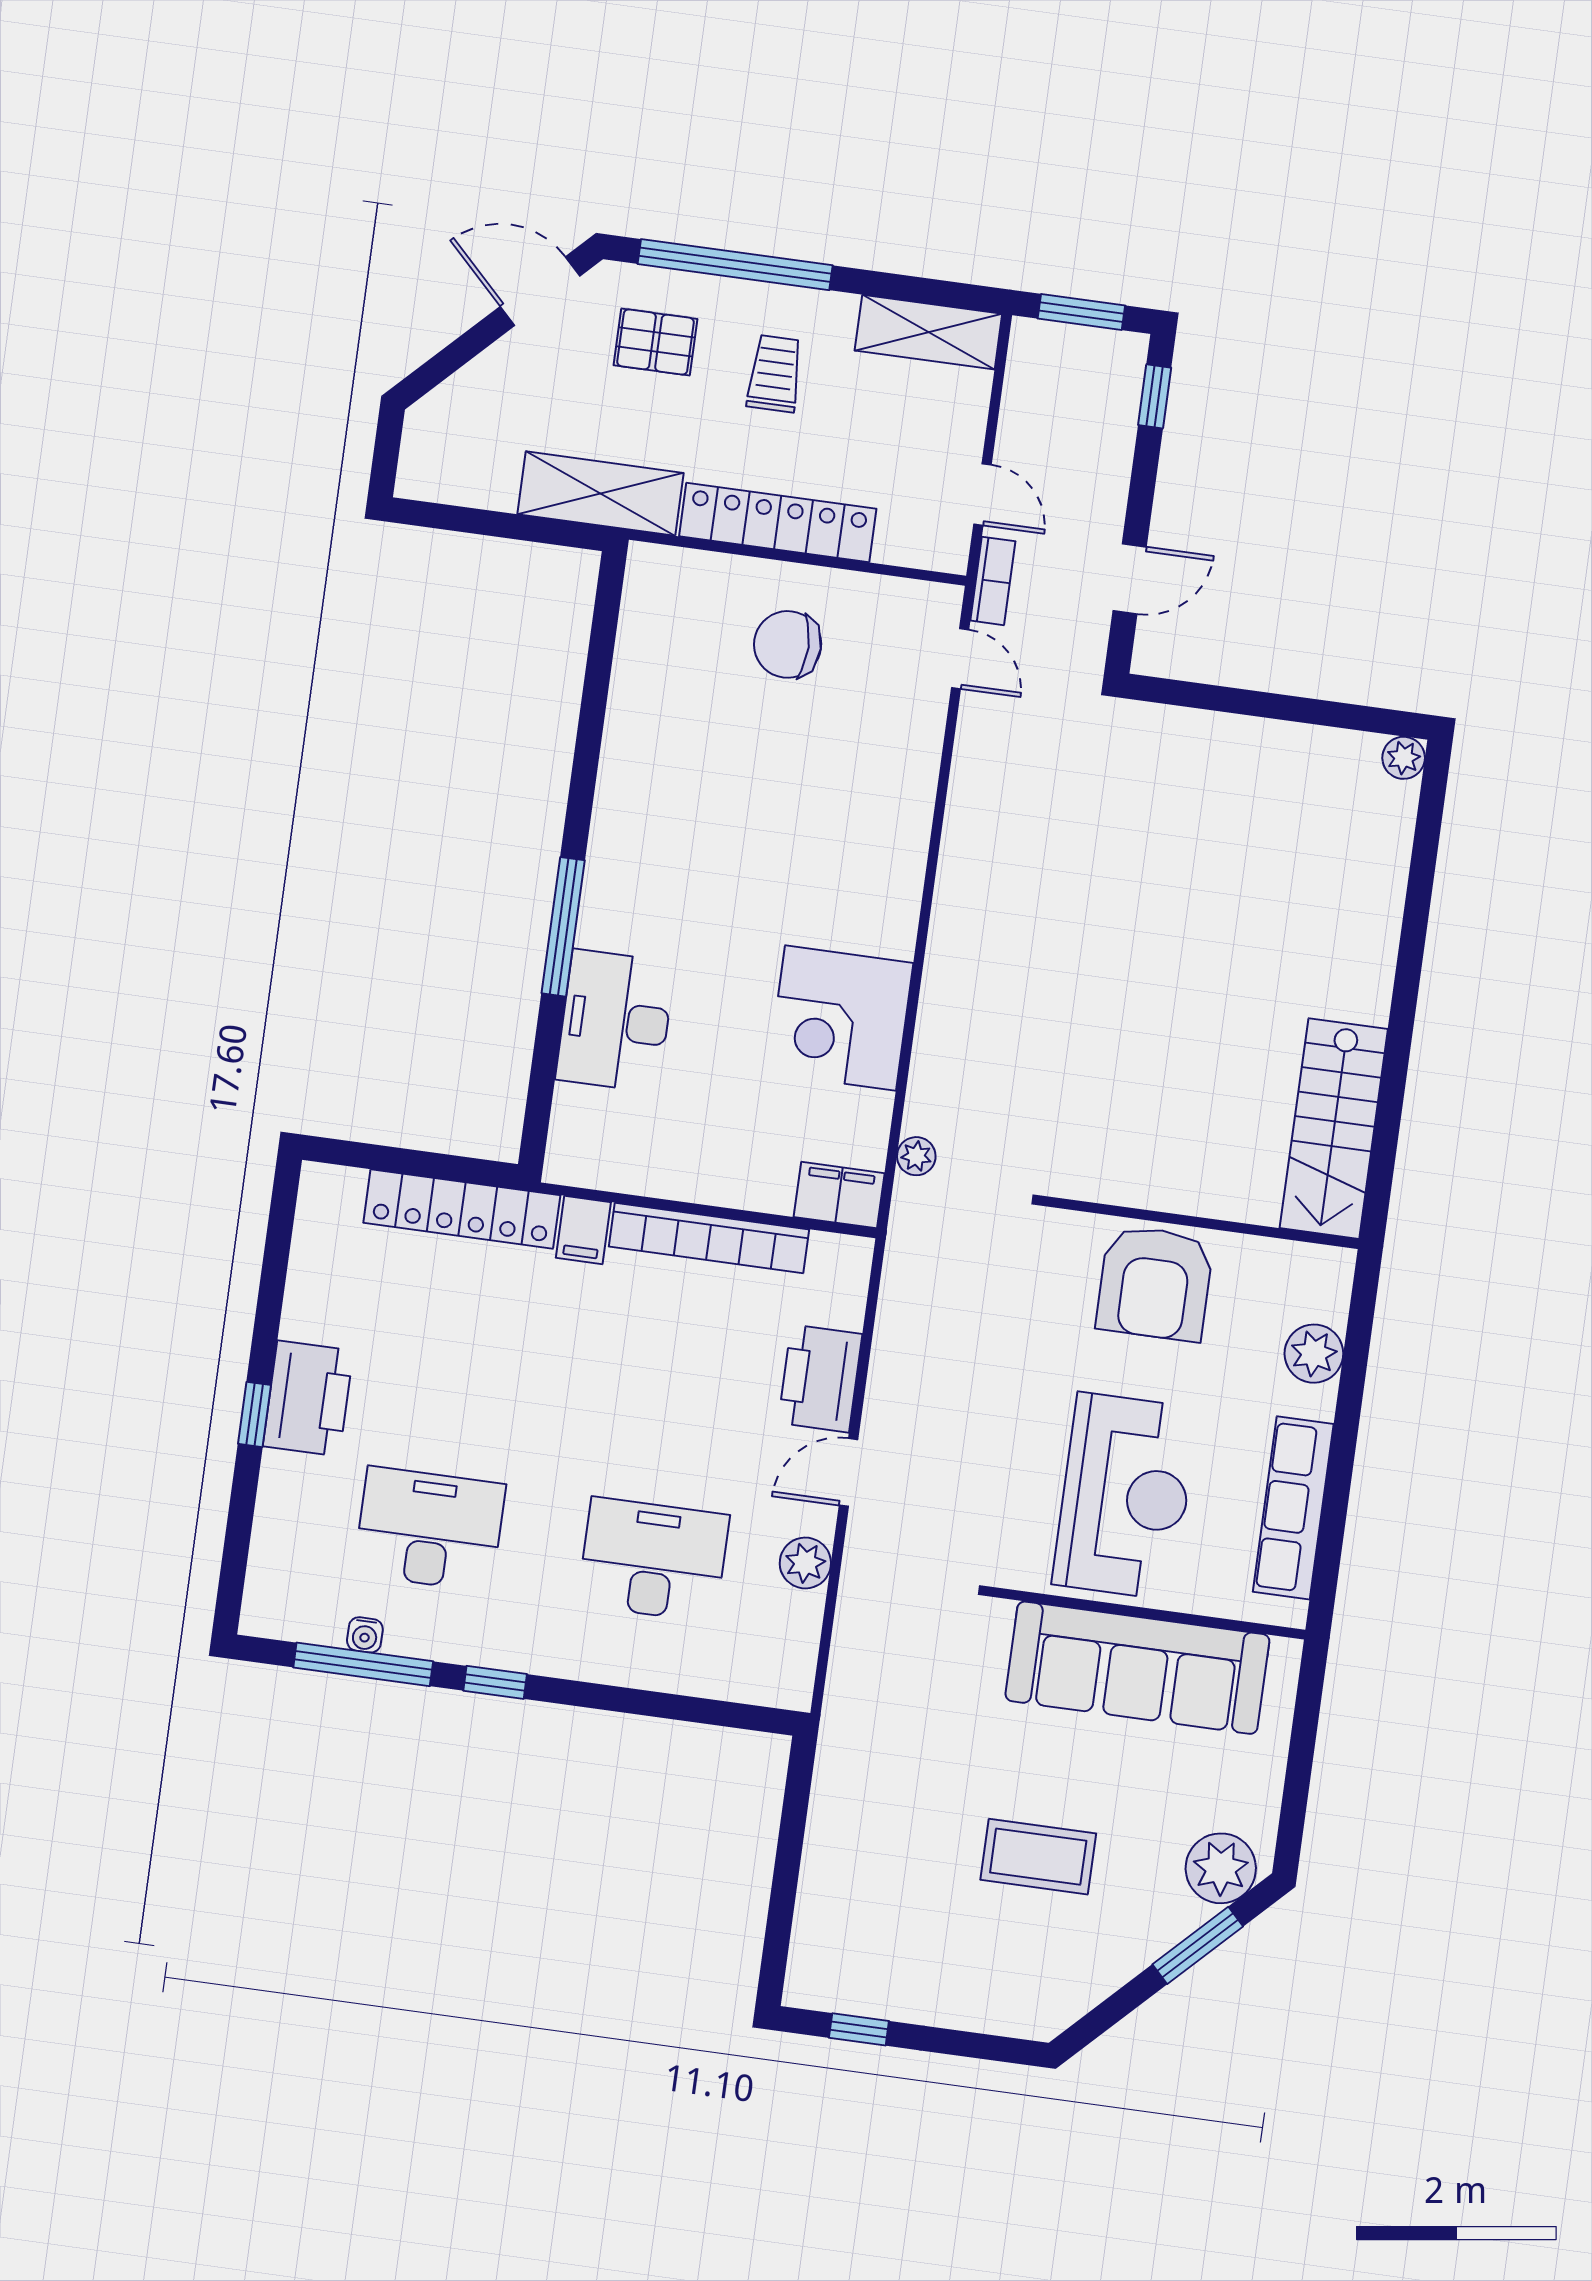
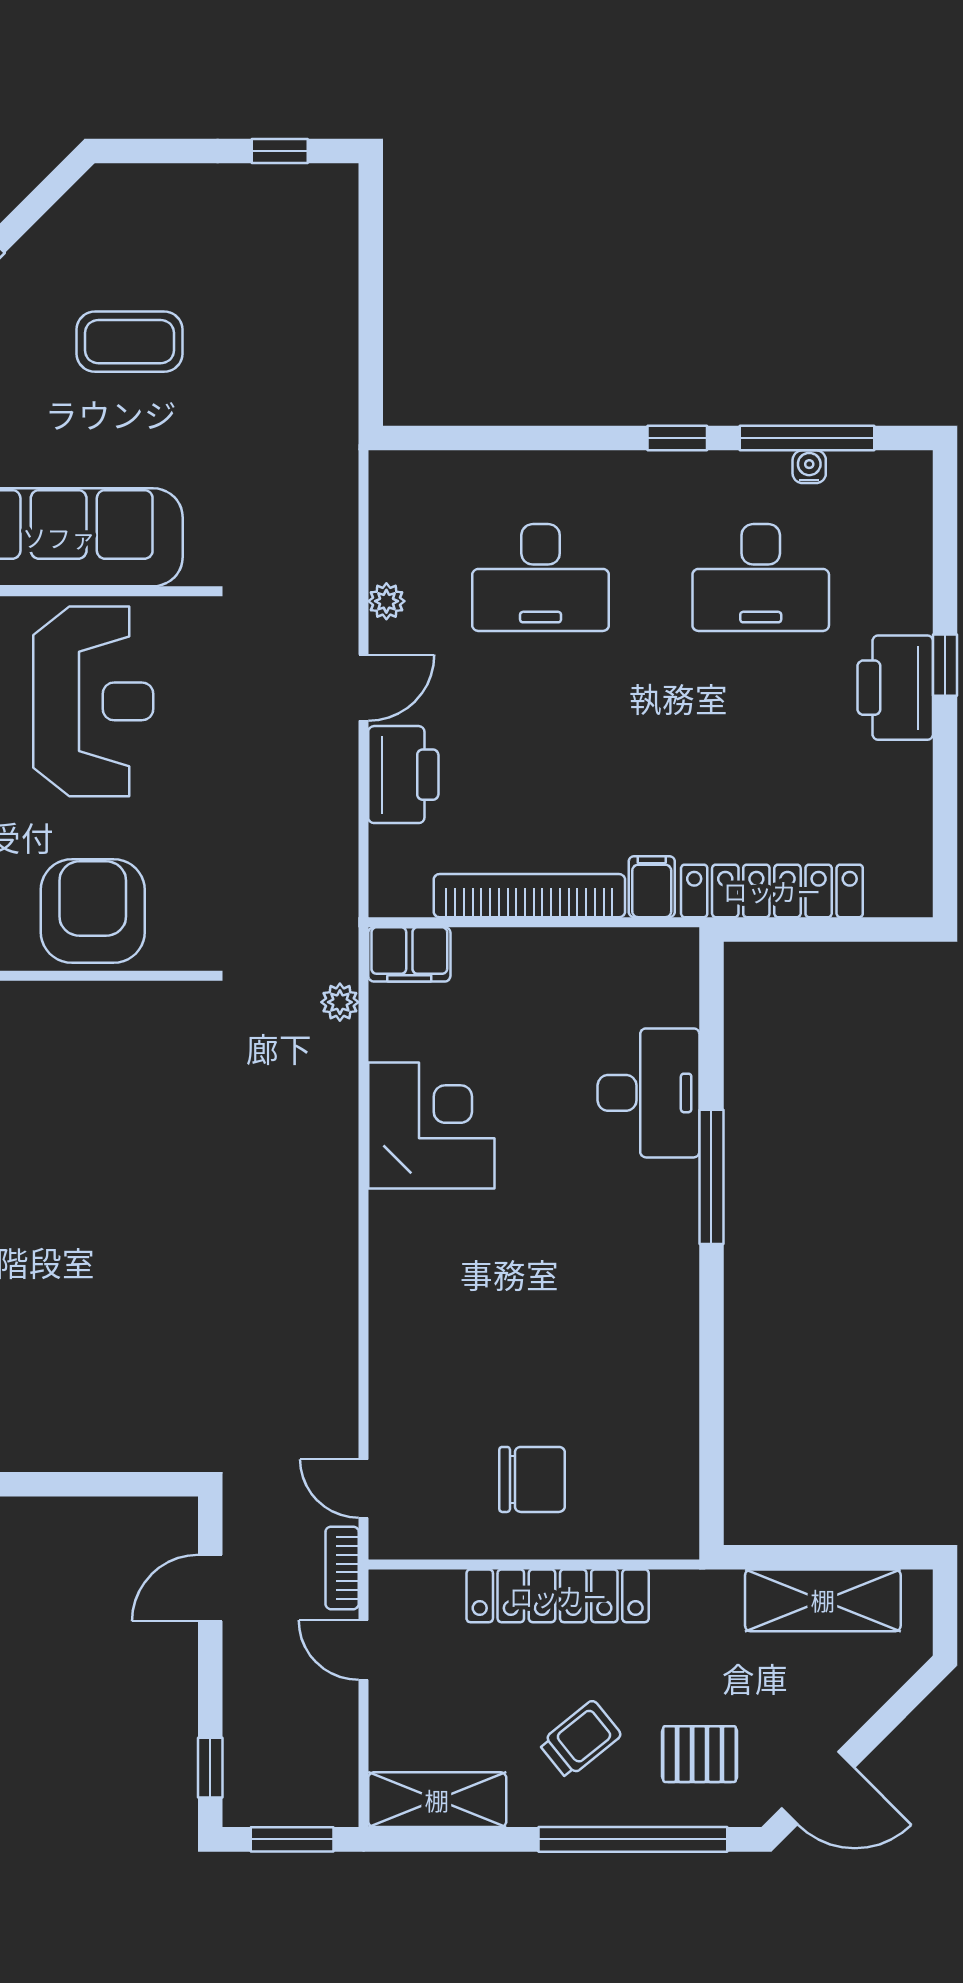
trolley: (775, 374) -> (580, 1739), turned -129
shelving: (600, 494) -> (823, 1600), moved
reception desk: (1125, 1496) -> (93, 701), turned 180
plant: (805, 1563) -> (386, 601), width x0.73, depth x0.73

